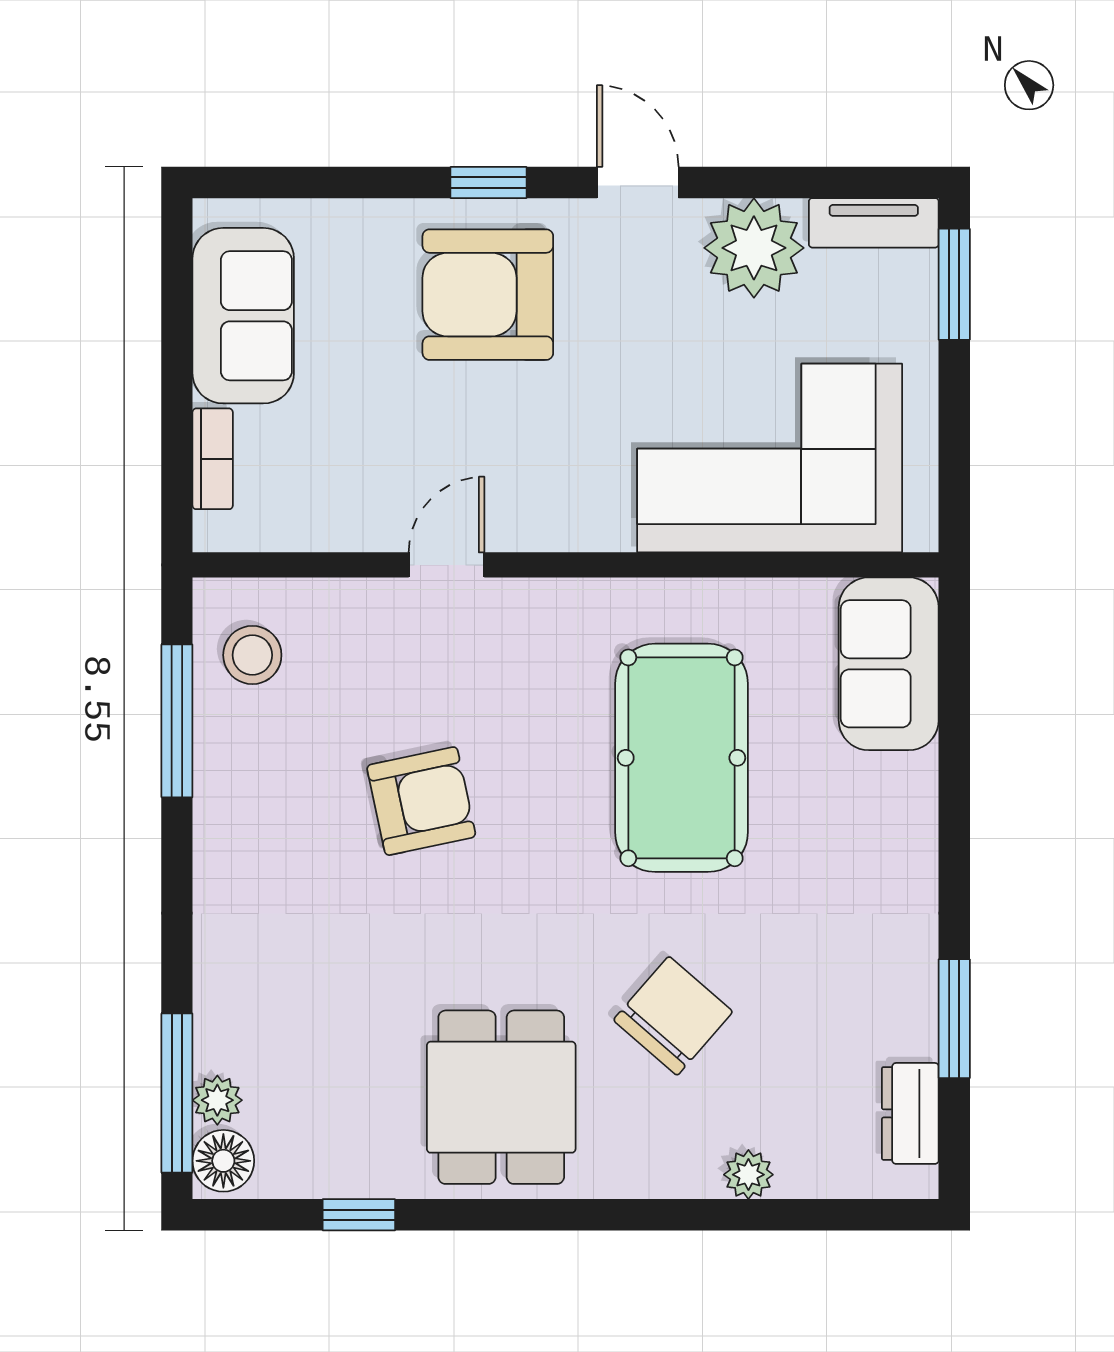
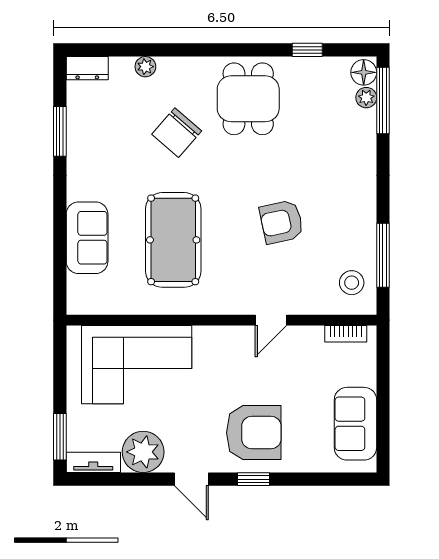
bookcase: (213, 459) -> (346, 334), moved, turned -90
sofa: (889, 664) -> (87, 238), moved
dresser: (910, 1113) -> (87, 68), moved, turned 90

